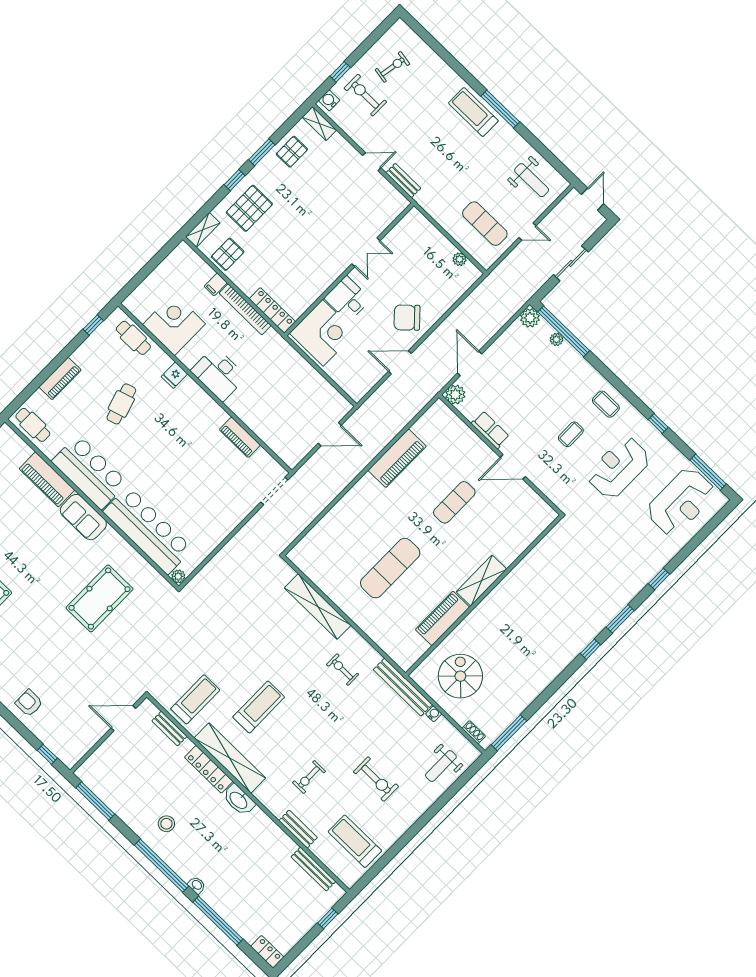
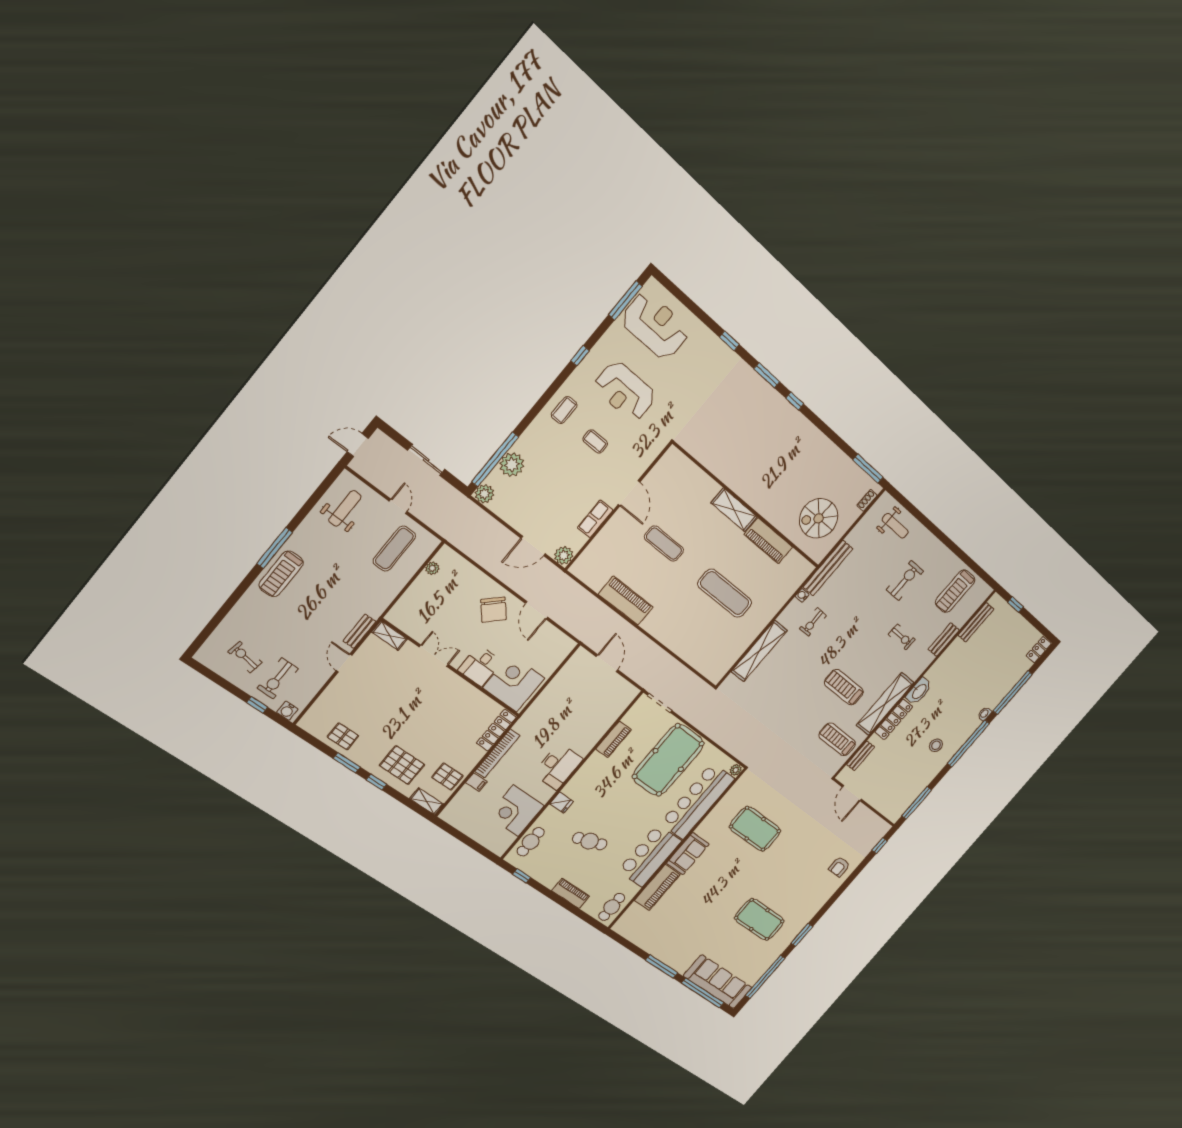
shelving: (319, 124) -> (389, 636), moved, turned 90
plant: (556, 339) -> (512, 465), width x1.88, depth x1.88
pool table: (204, 498) -> (668, 760), added
water cooler: (434, 714) -> (802, 595), moved

